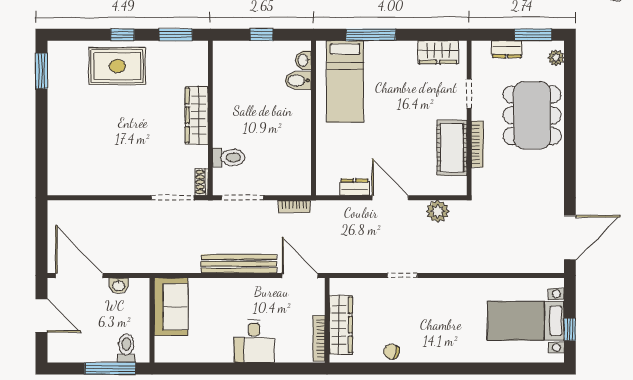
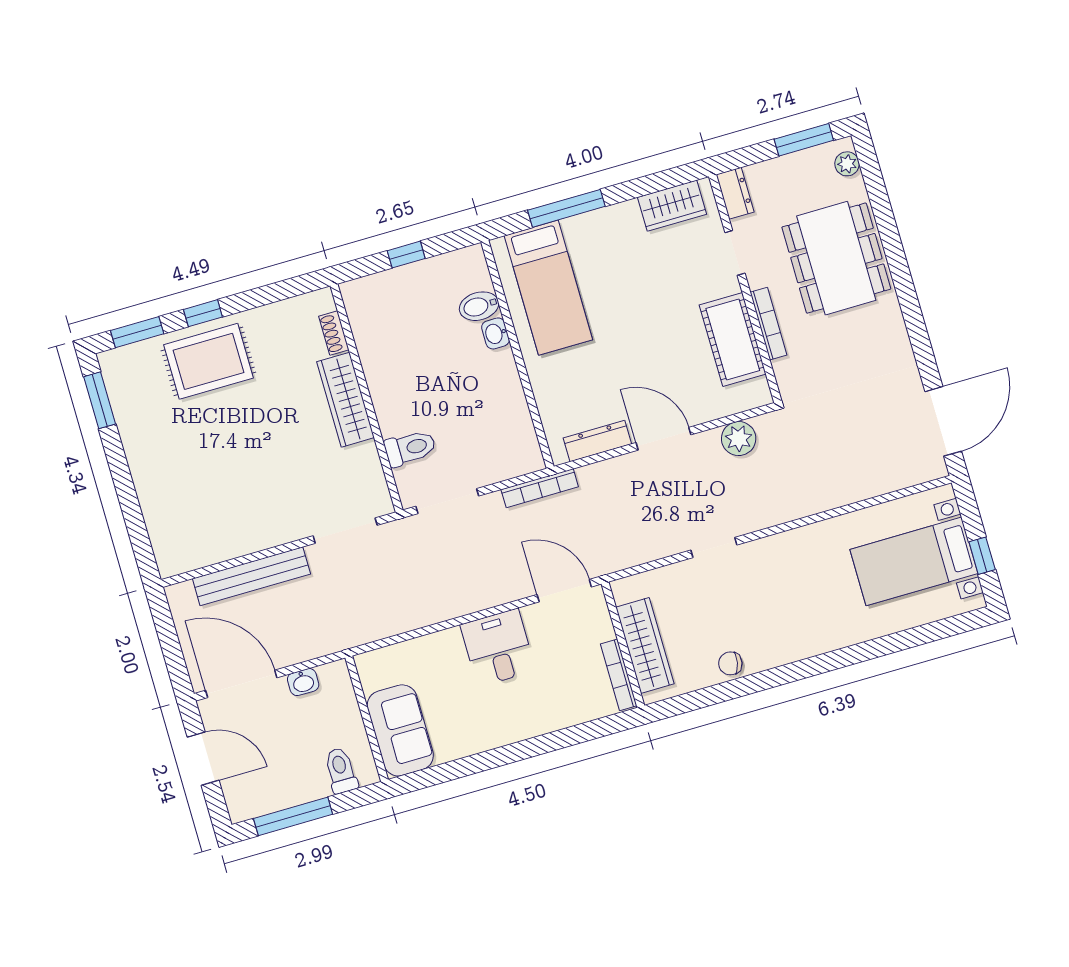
window: (176, 35) -> (137, 332), moved
dresser: (507, 49) -> (735, 193), moved, turned -90
washbasin: (303, 60) -> (495, 333), moved
shoe rack: (202, 182) -> (334, 333), moved
dresser: (355, 187) -> (597, 441), width x1.44
bookcase: (294, 206) -> (540, 488), width x1.56
bench: (239, 264) -> (251, 576), moved
sofa: (171, 307) -> (400, 730), moved
desk: (254, 341) -> (498, 648), moved, turned 180
window: (110, 368) -> (293, 816), moved

